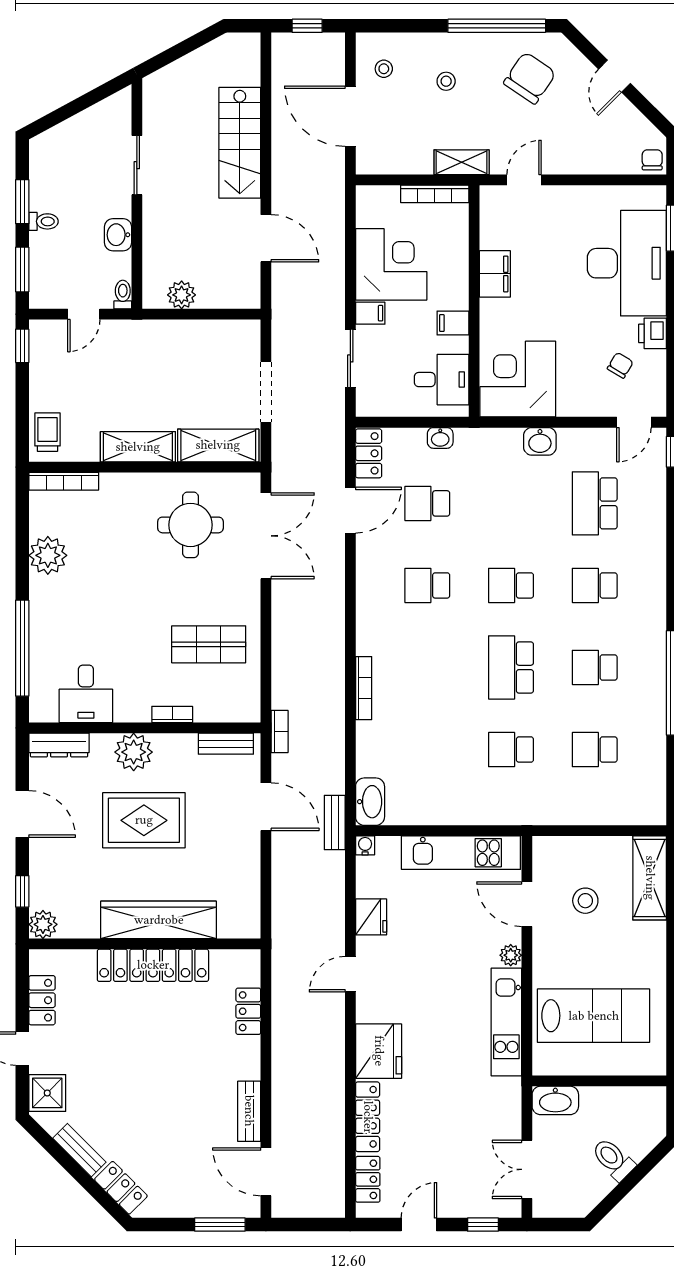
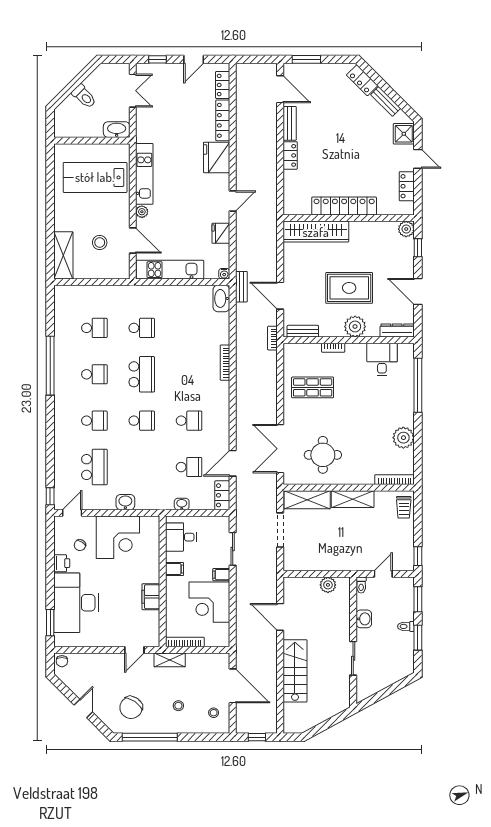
corner desk: (518, 379) -> (118, 537), moved
wardrobe: (159, 920) -> (316, 232), moved
locker: (248, 1011) -> (290, 155), moved

